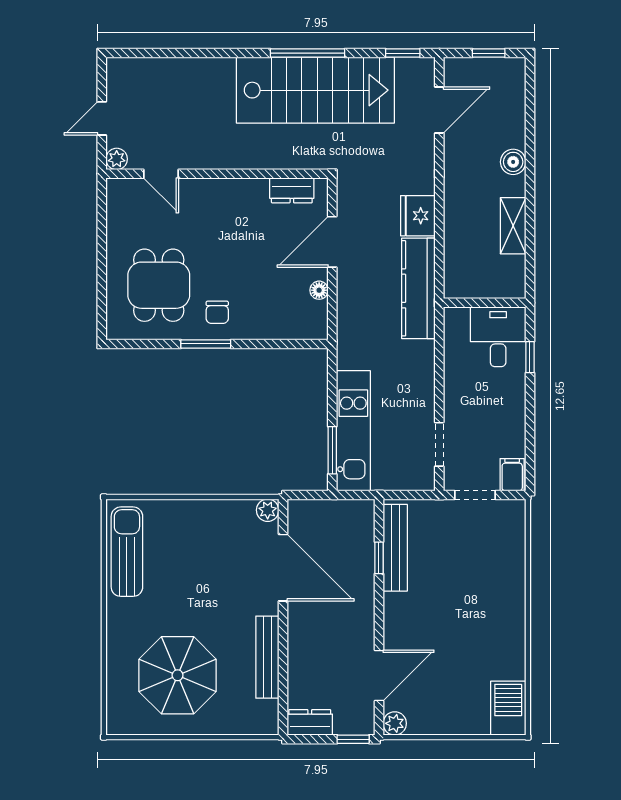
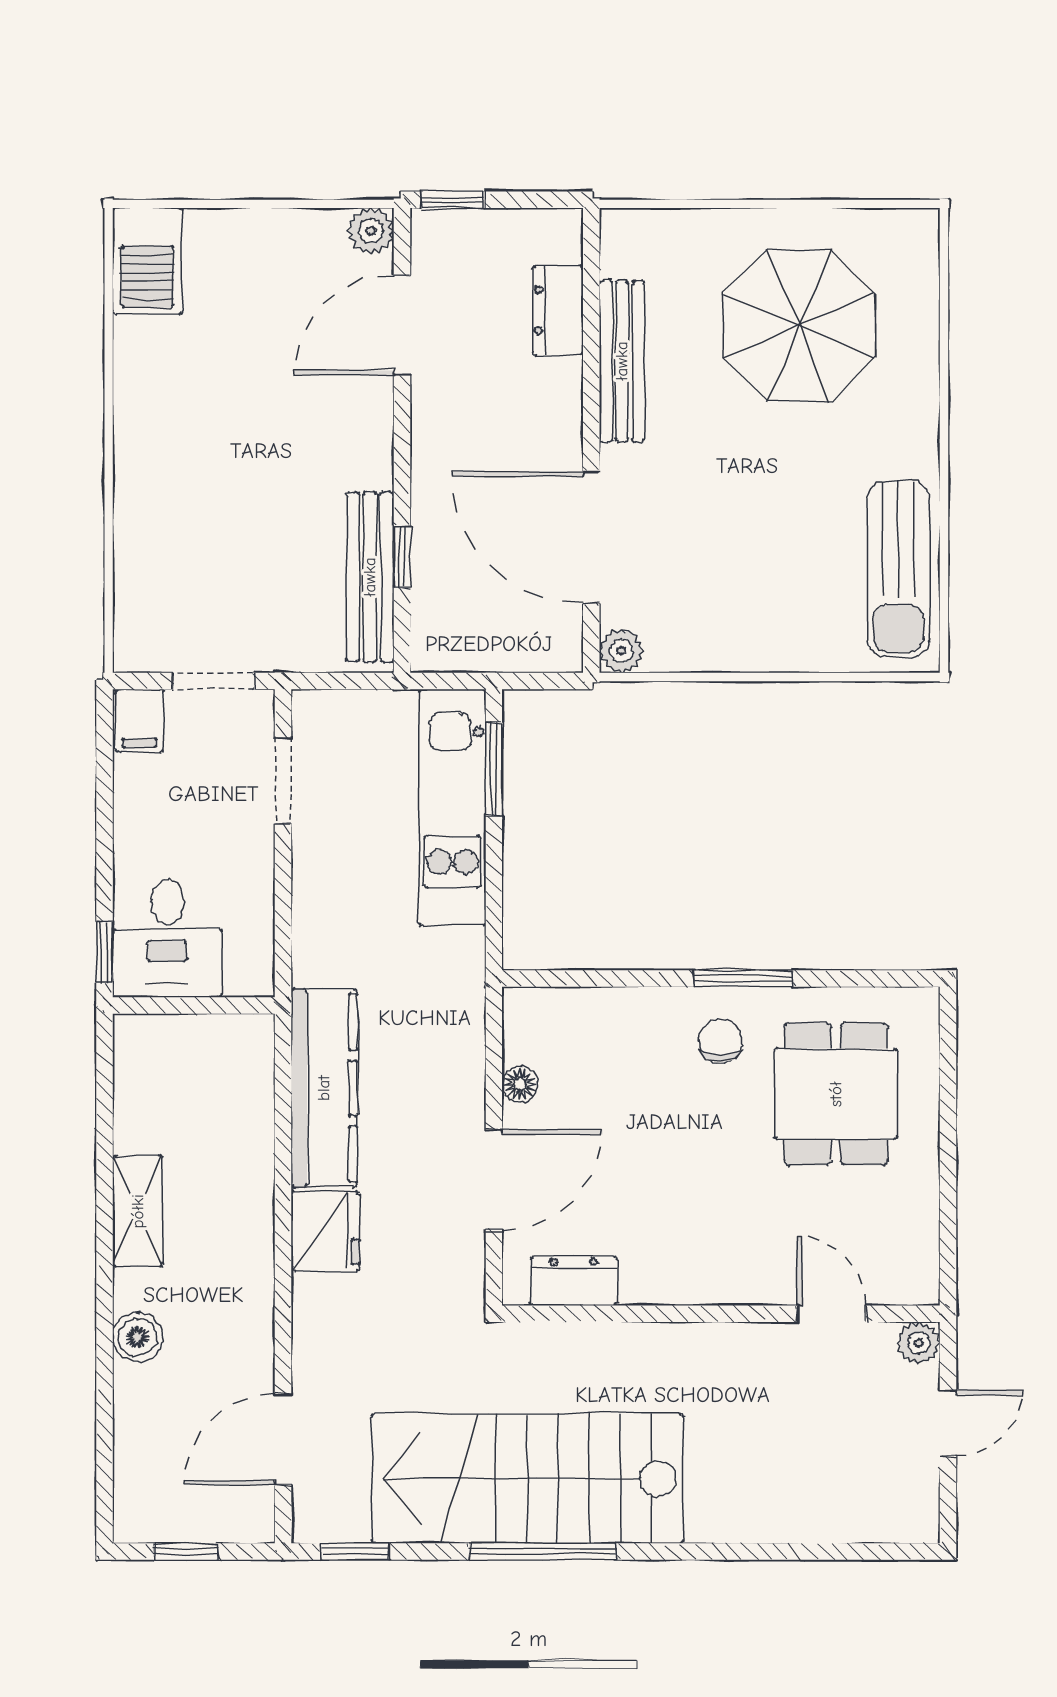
wall: (485, 303) -> (194, 1005), moved
desk: (498, 337) -> (167, 938), moved
dresser: (310, 722) -> (558, 310), moved, turned 90

